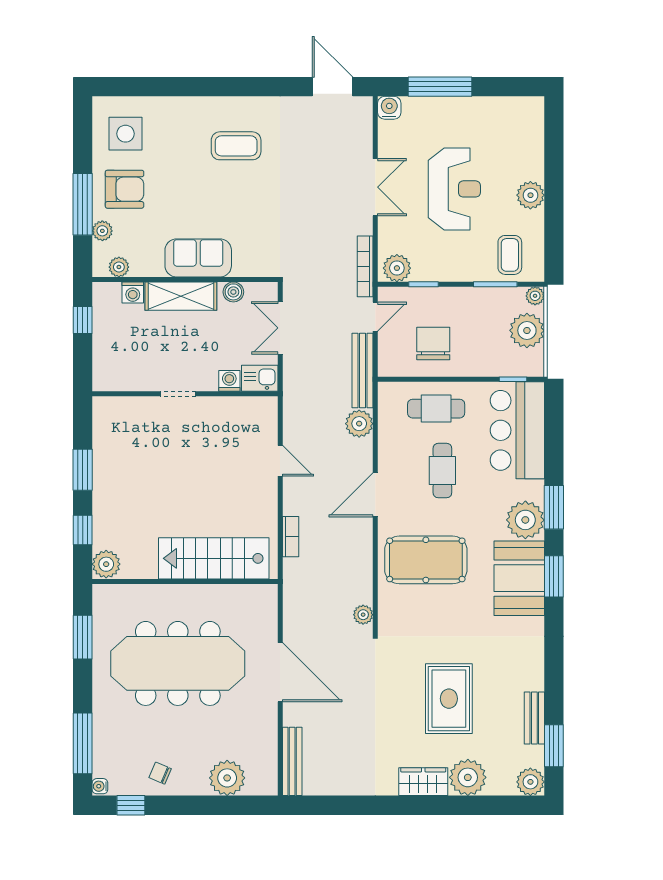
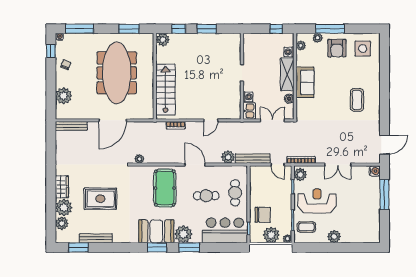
reception desk: (454, 189) -> (317, 201), moved, turned 180
chair: (433, 343) -> (263, 215), moved
bench: (534, 718) -> (96, 238), width x1.36
plant: (530, 782) -> (62, 223), moved

